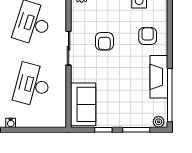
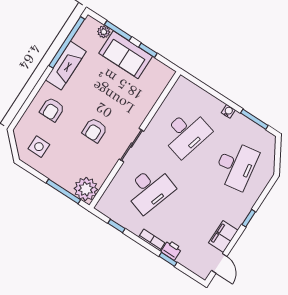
armchair: (104, 41) -> (95, 130), turned 180
sofa: (83, 104) -> (126, 55), moved, turned -90
plant: (159, 122) -> (104, 32), moved

